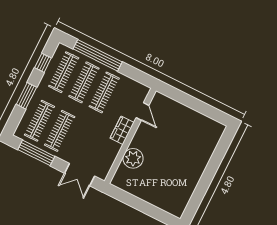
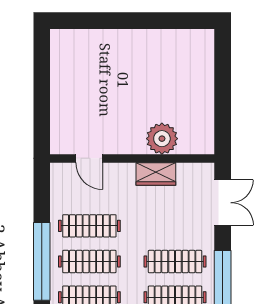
door: (142, 112) -> (89, 158), swing flipped
wardrobe: (122, 130) -> (156, 174), moved

